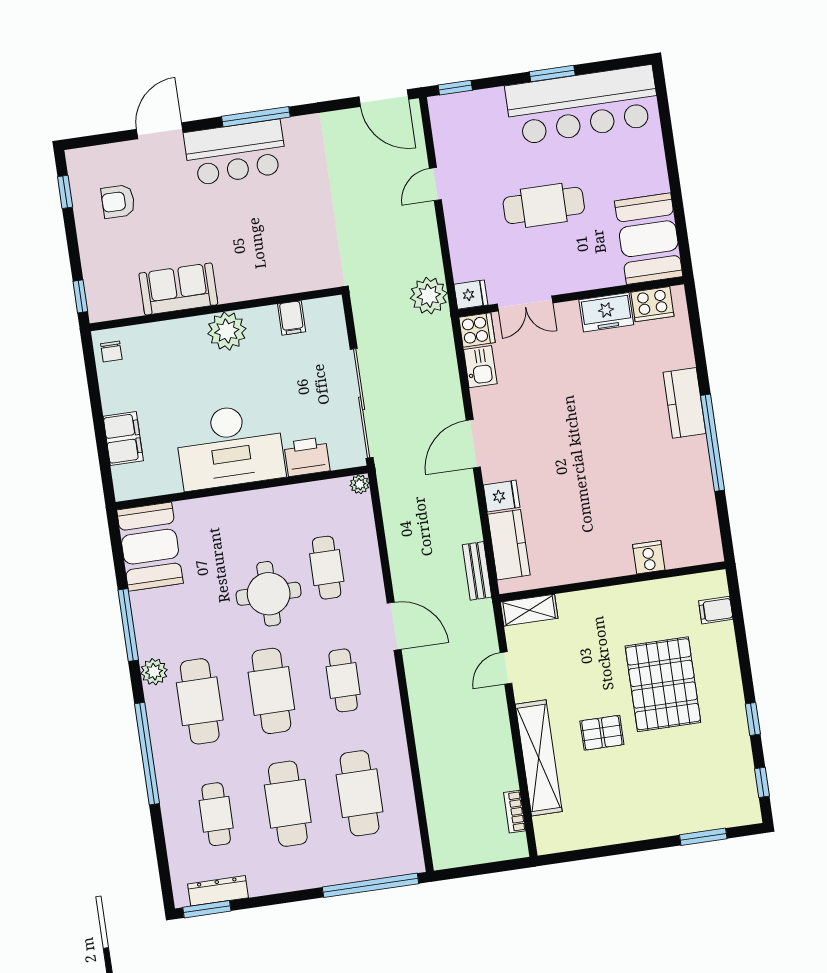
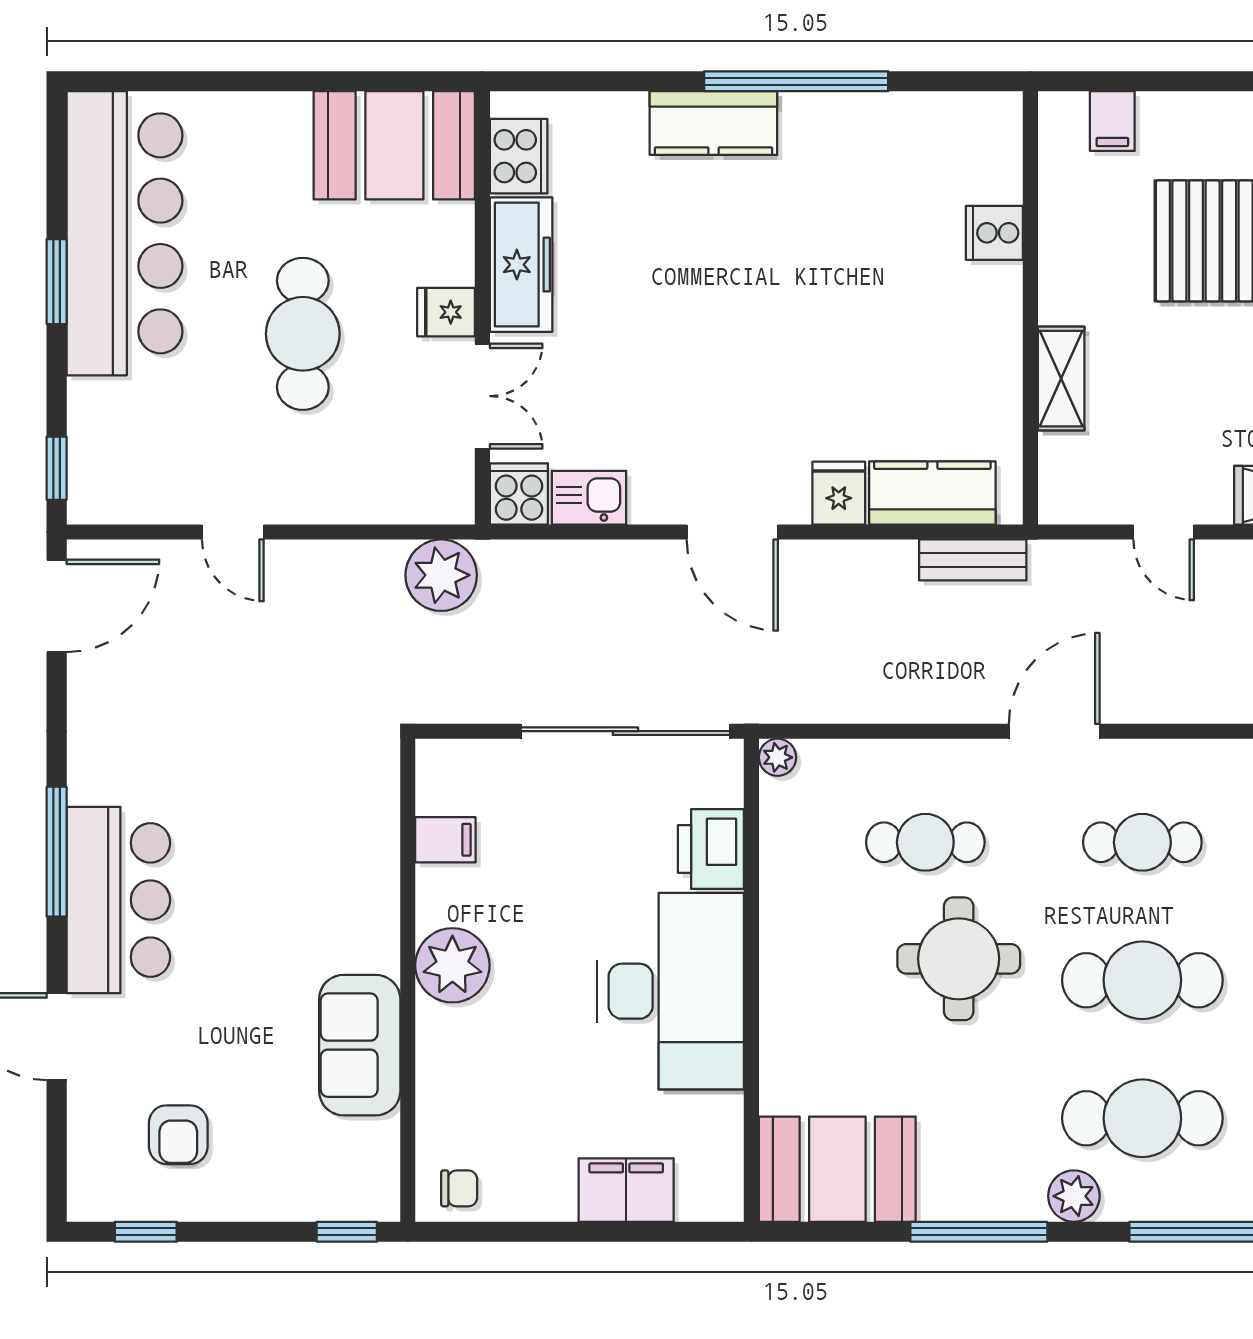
fridge: (471, 295) -> (446, 312), moved, turned -90
freezer: (606, 312) -> (521, 265), width x1.40
shelving: (529, 610) -> (1061, 379), moved

